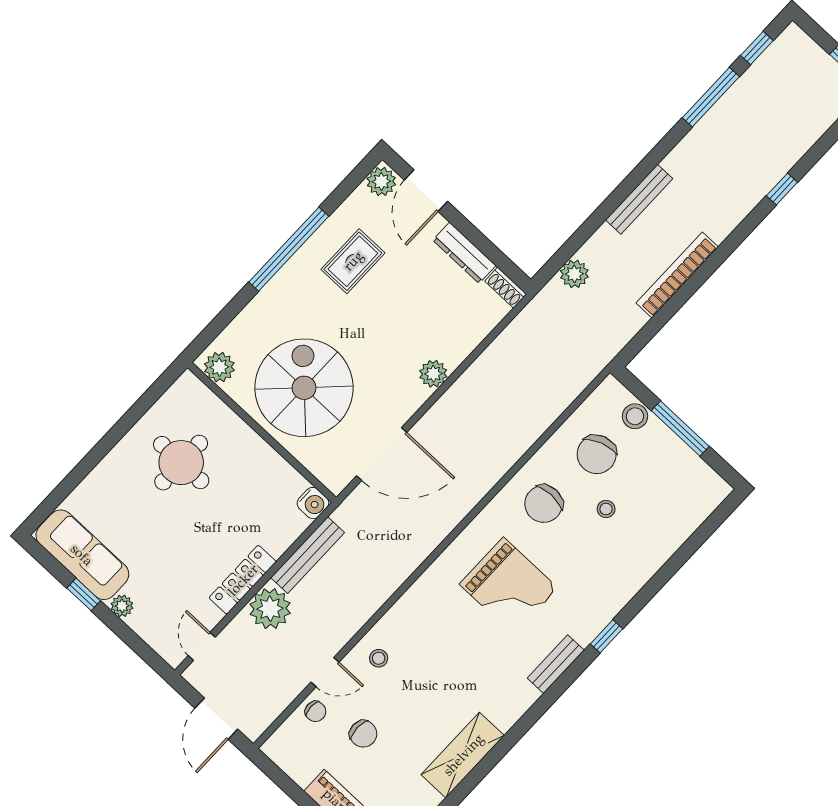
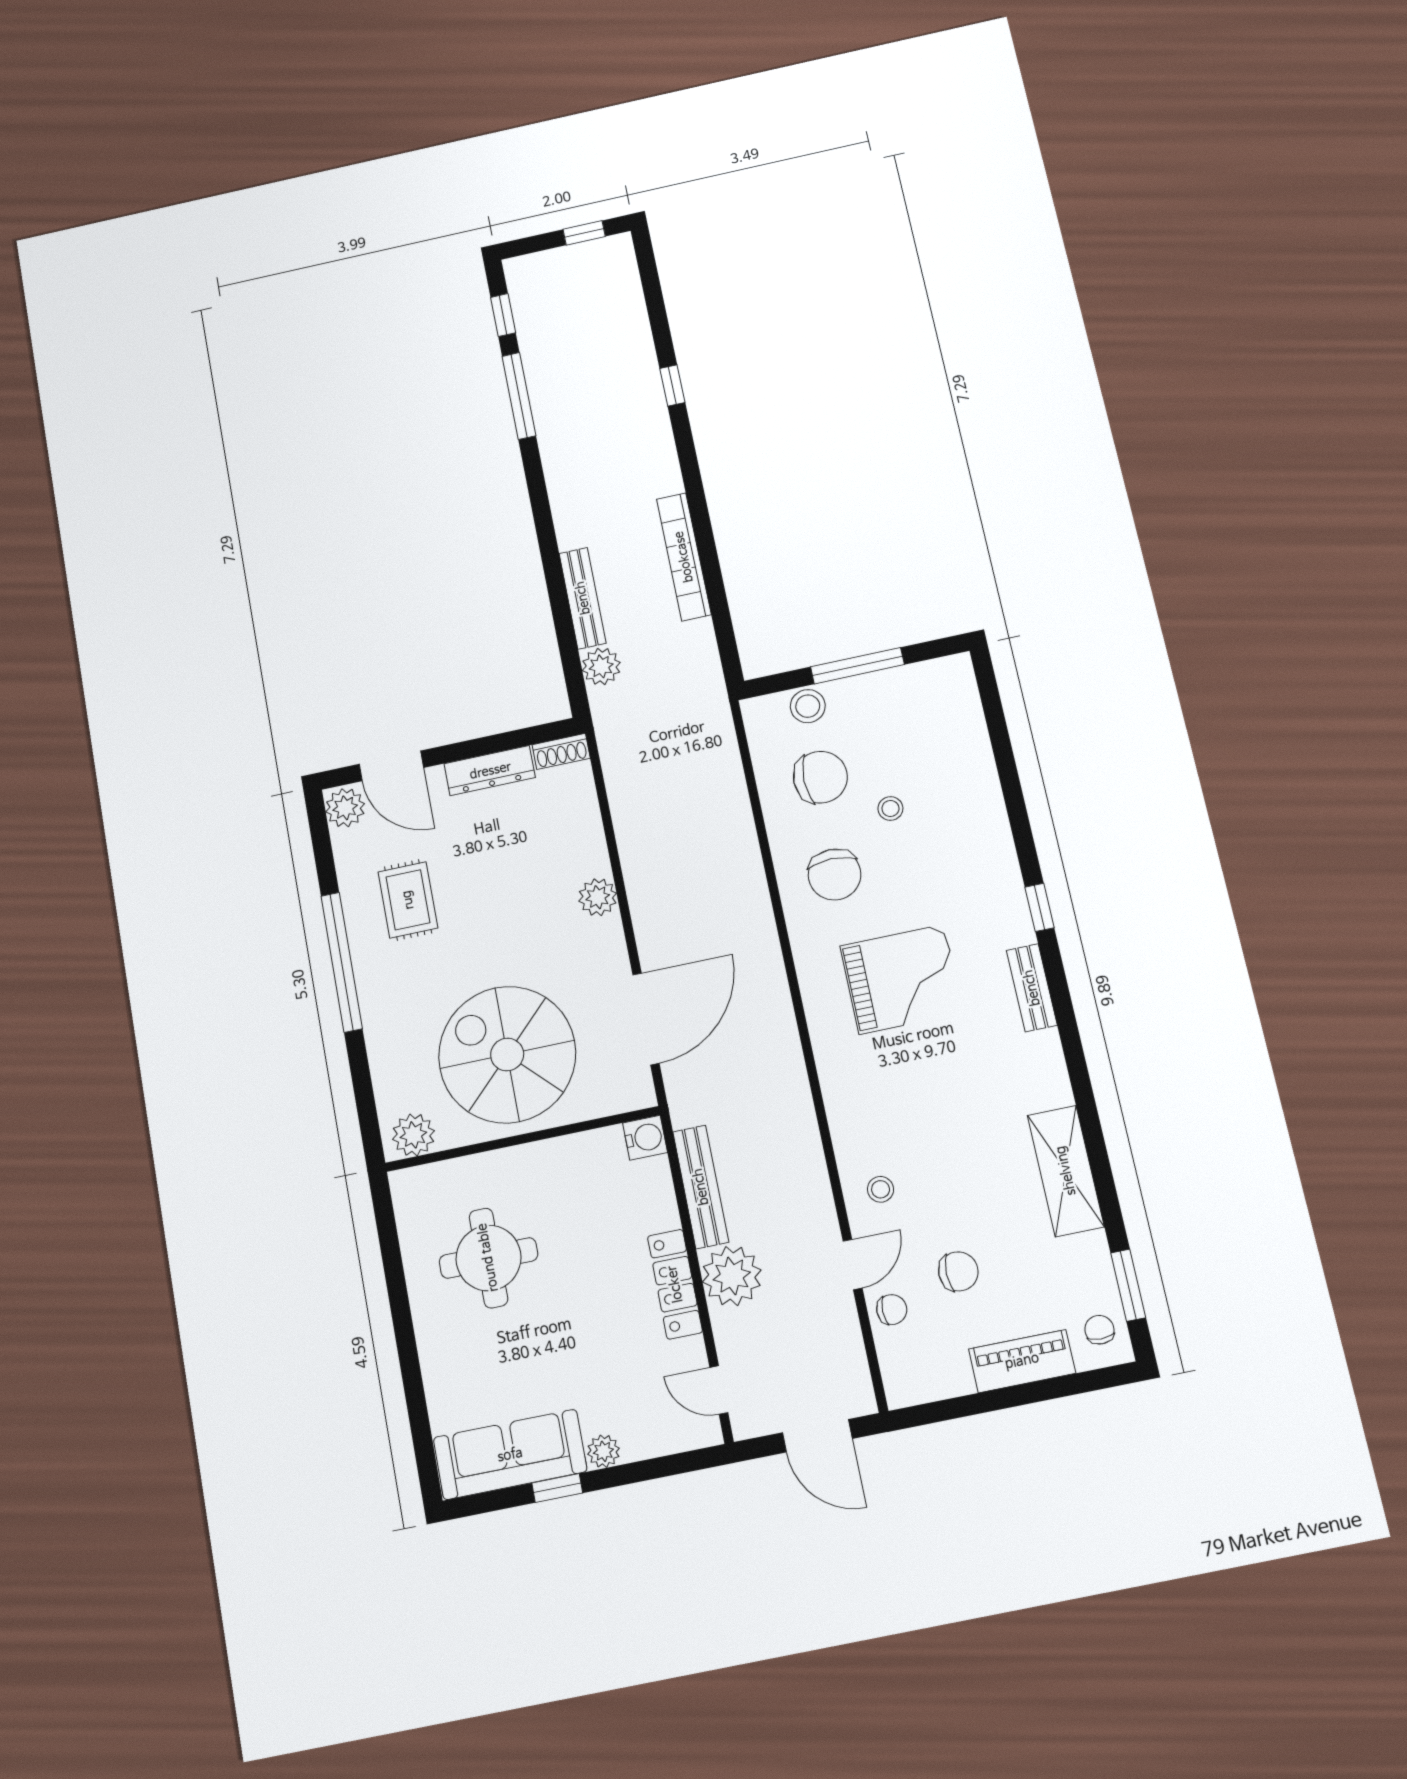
bench: (639, 199) -> (583, 598), moved
chair: (597, 454) -> (820, 777), turned -71

